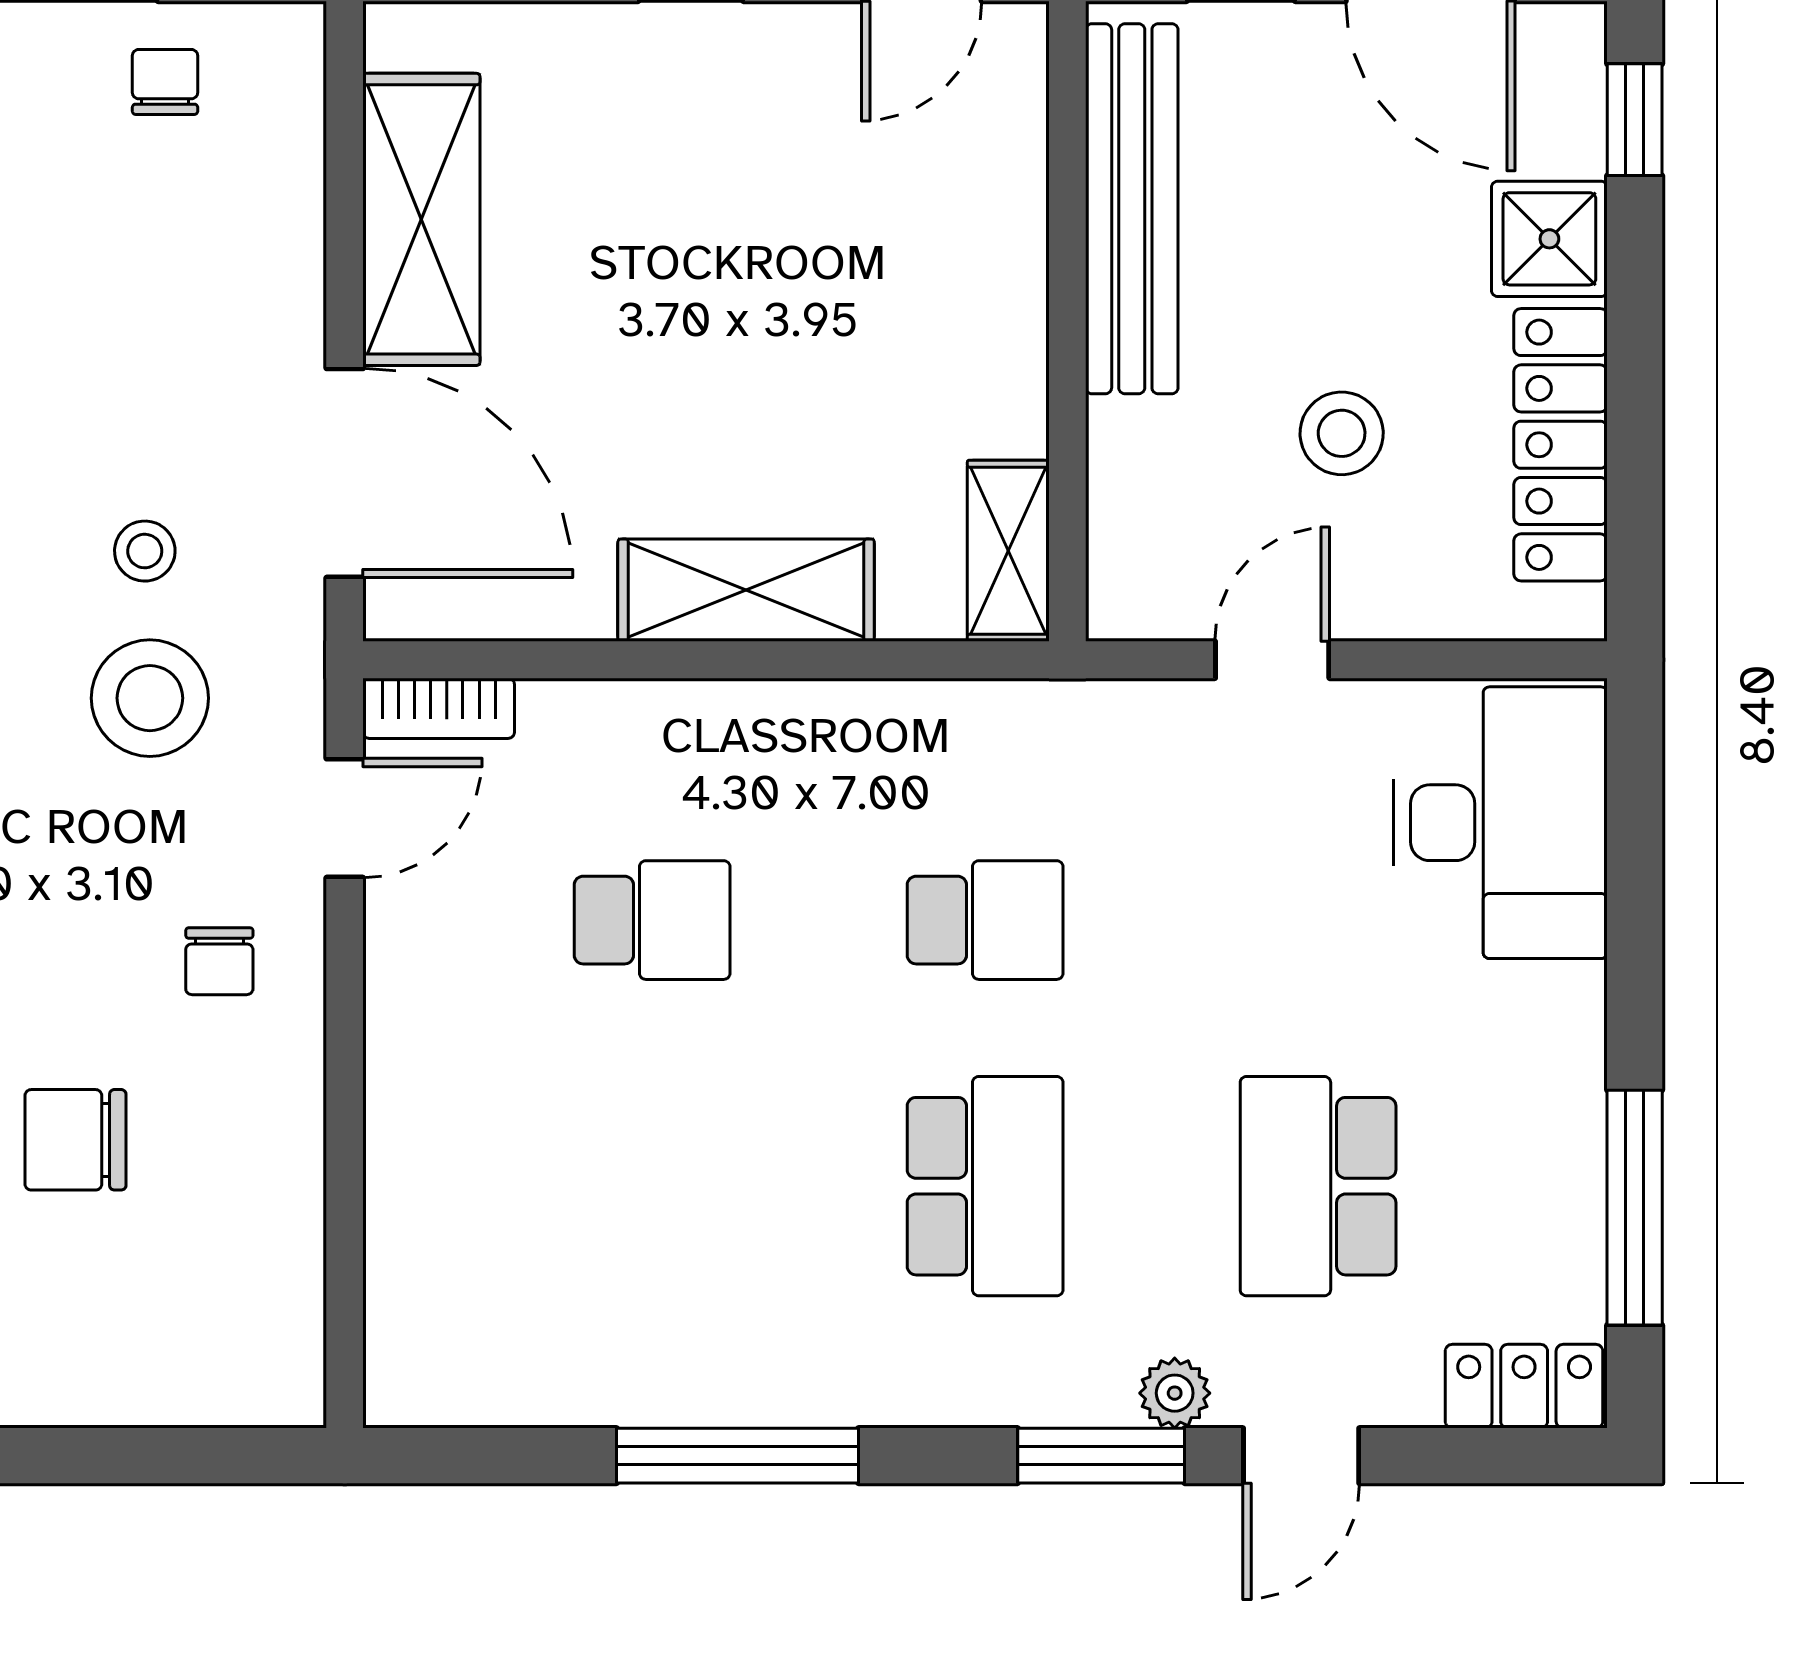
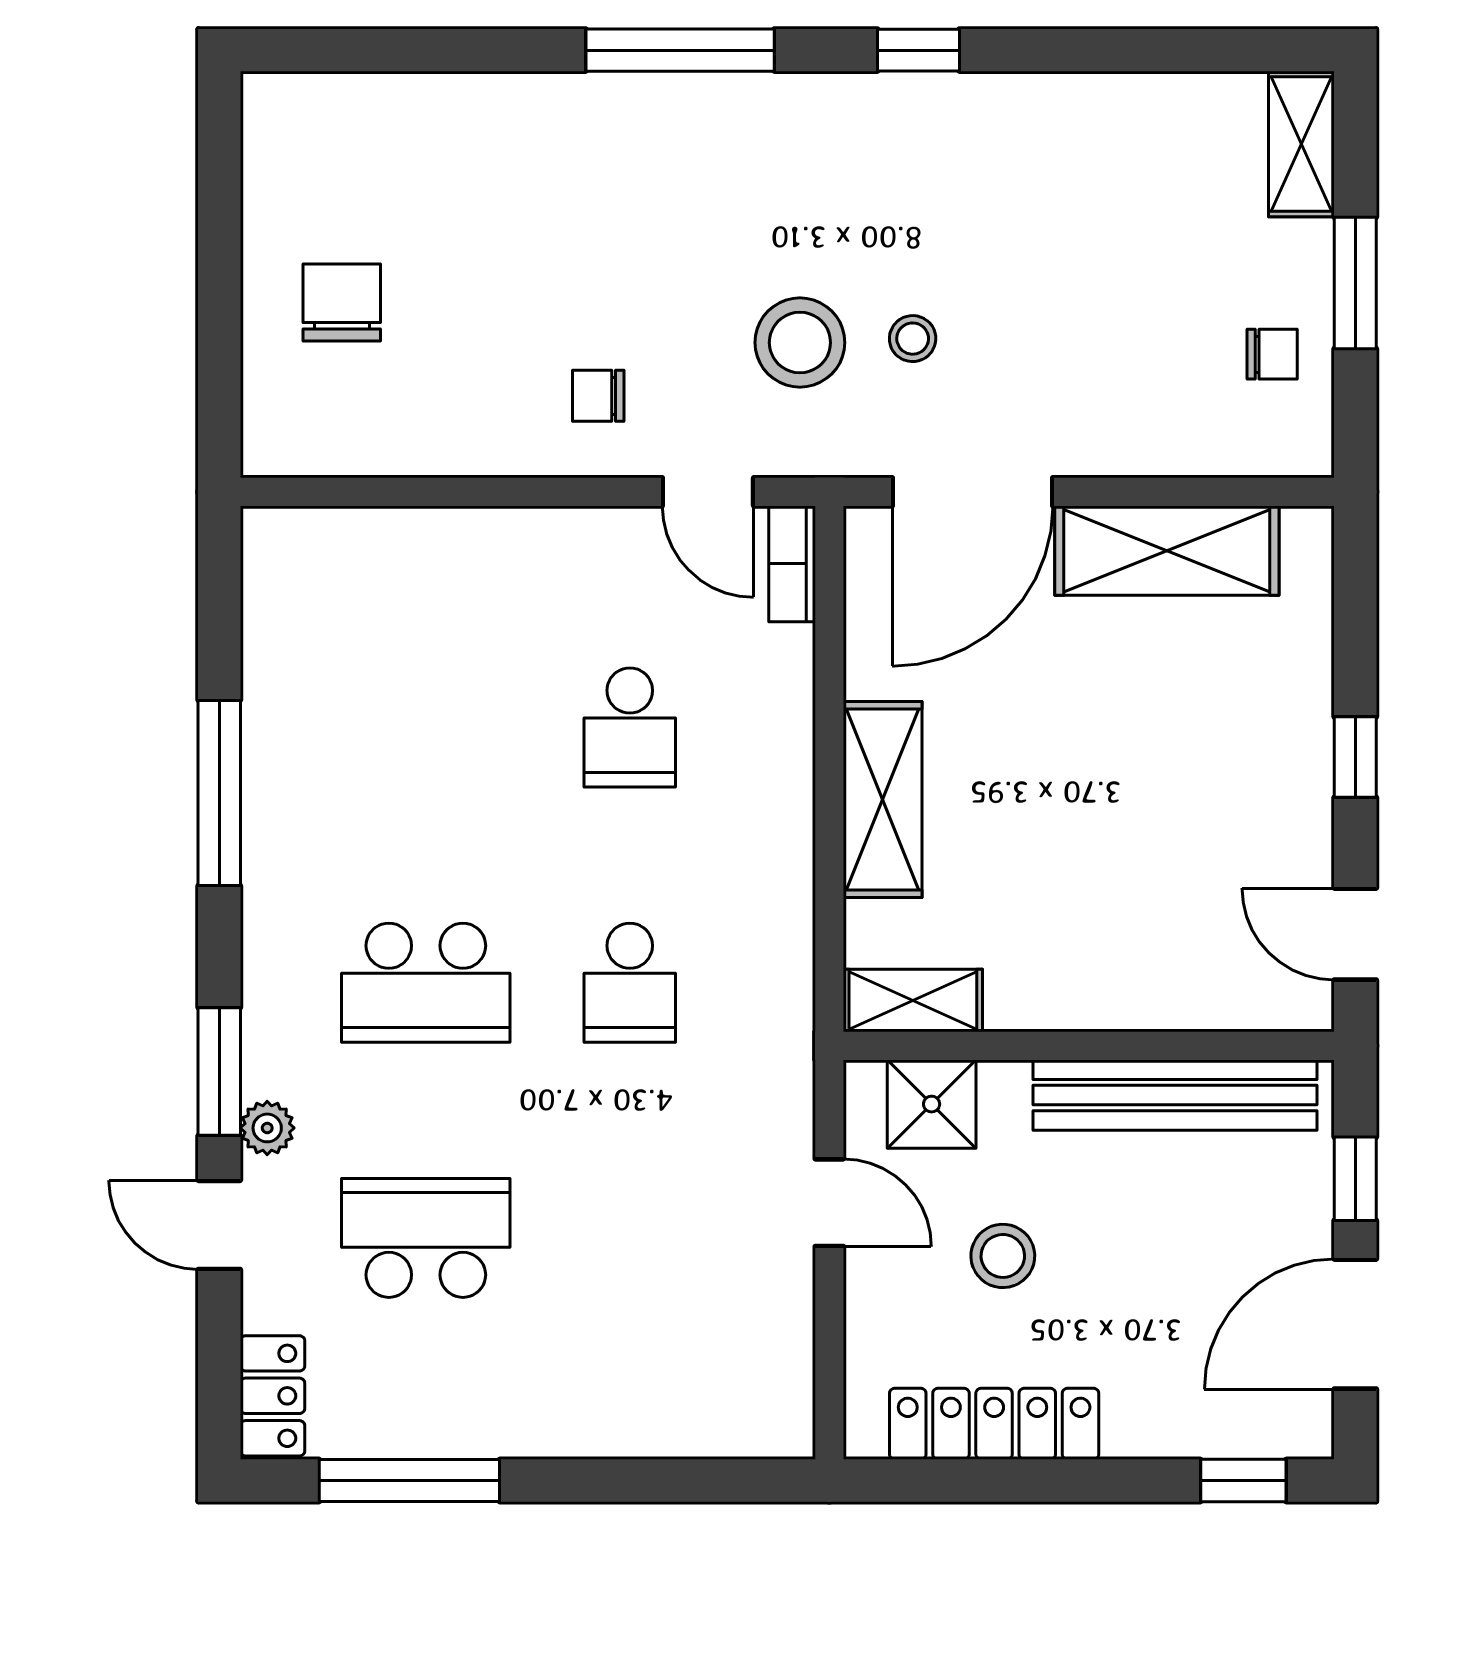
shower: (1549, 239) -> (932, 1104), moved
desk: (1500, 823) -> (704, 1378), removed
chair: (75, 1140) -> (342, 303), moved

